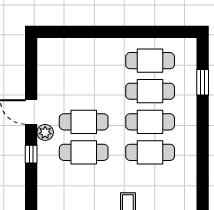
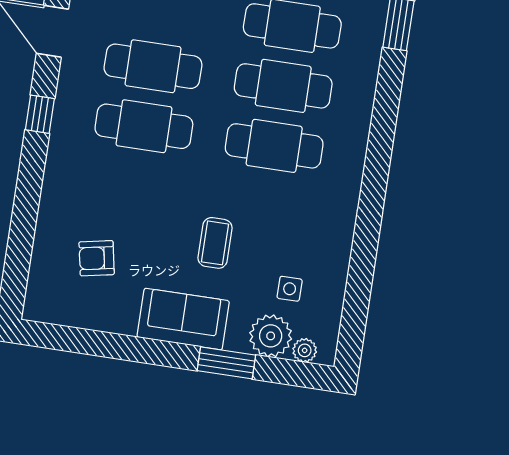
plant: (45, 132) -> (74, 76), removed

